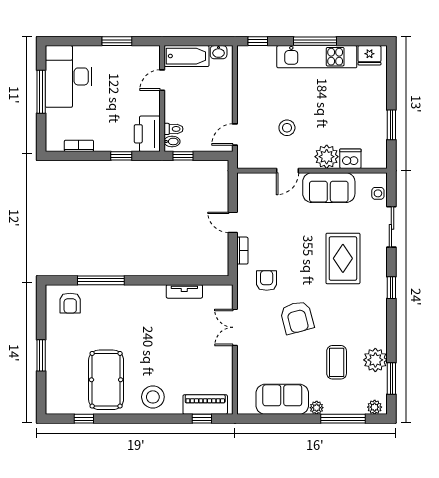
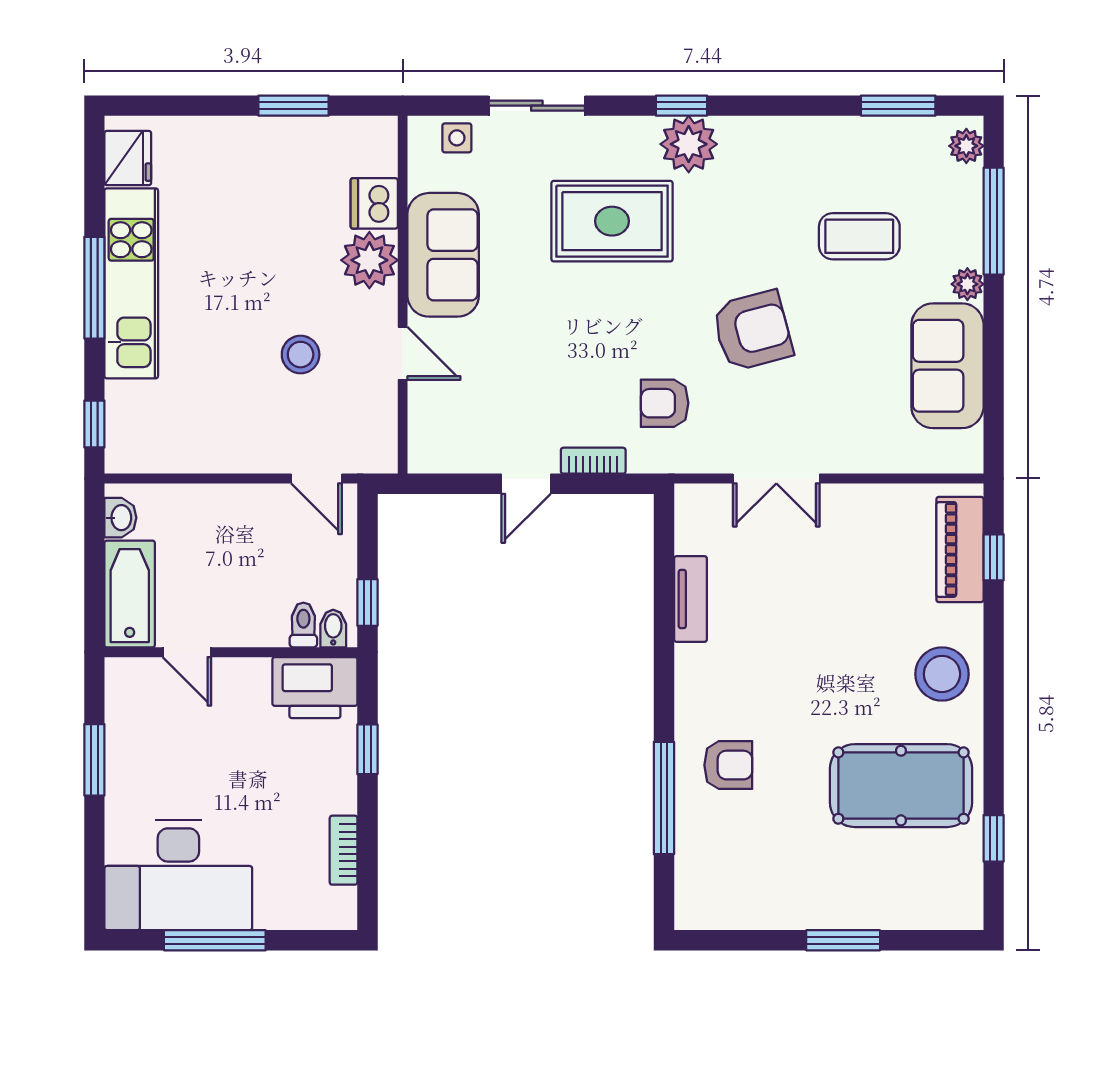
armchair: (70, 303) -> (728, 765), moved
plant: (375, 360) -> (689, 144), moved

